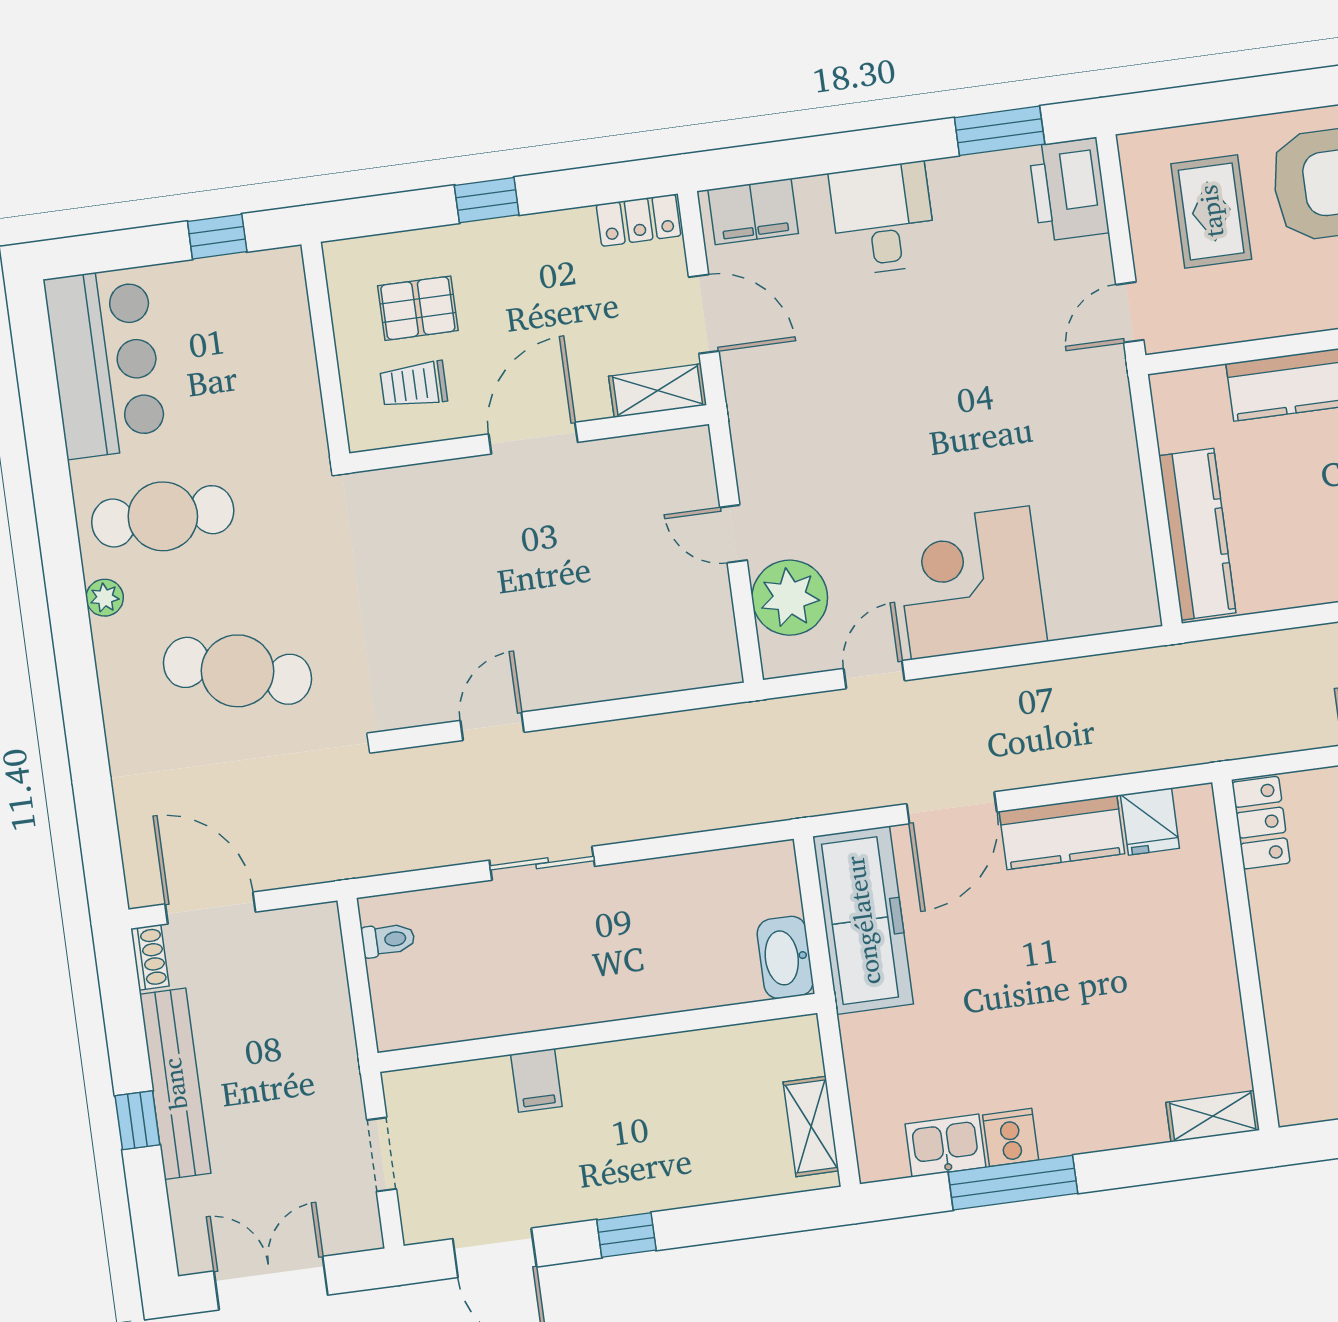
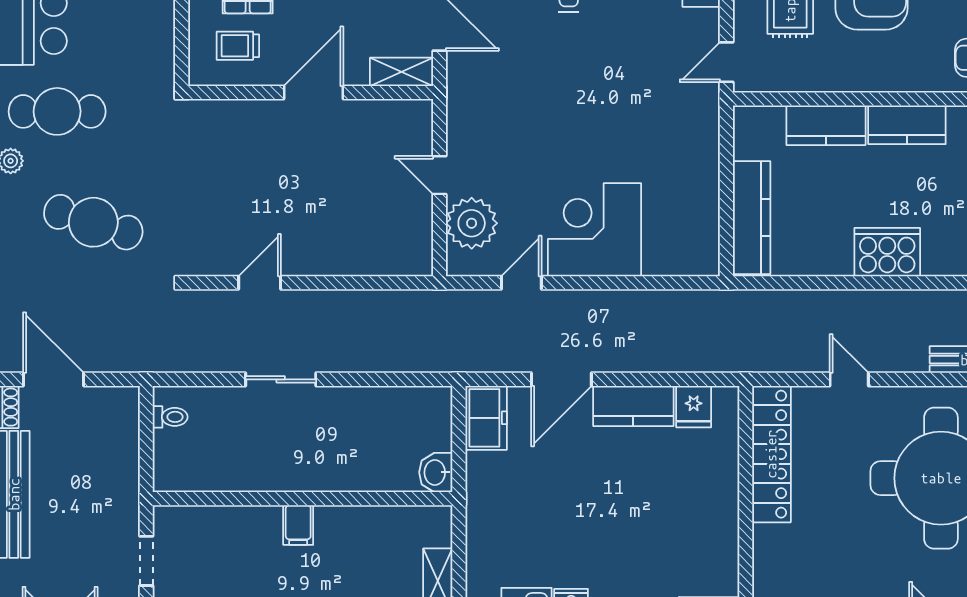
locker: (1261, 823) -> (771, 454), width x2.16, depth x1.21
freezer: (863, 920) -> (486, 418), width x0.52, depth x0.79
washbasin: (785, 957) -> (436, 472), width x0.72
filing cabinet: (536, 1080) -> (298, 525), moved

